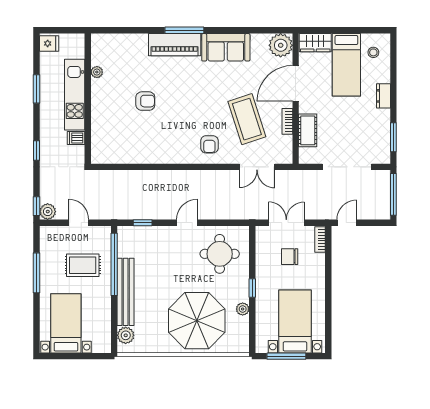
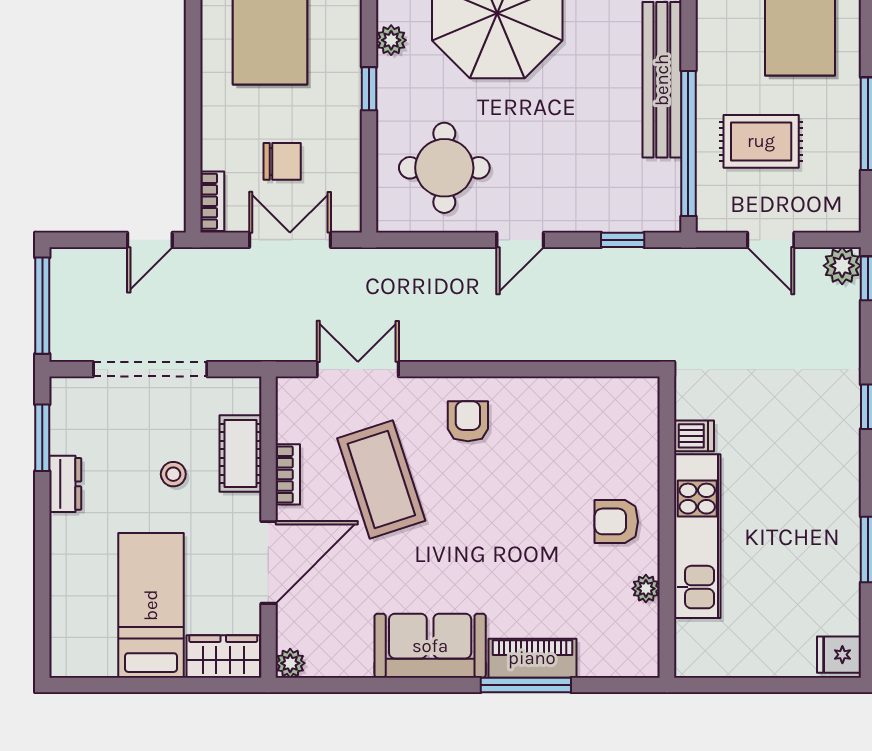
piano: (175, 45) -> (532, 658), width x0.73, depth x0.75
plant: (281, 45) -> (290, 663), width x0.53, depth x0.53
stool: (373, 52) -> (173, 474), moved
plant: (97, 72) -> (646, 589), moved
kitchen unit: (75, 95) -> (697, 536), moved
dresser: (383, 96) -> (65, 484), moved
wall: (88, 99) -> (667, 527), moved
dishwasher: (76, 138) -> (694, 436), moved
double door: (286, 223) -> (290, 240), swing flipped

